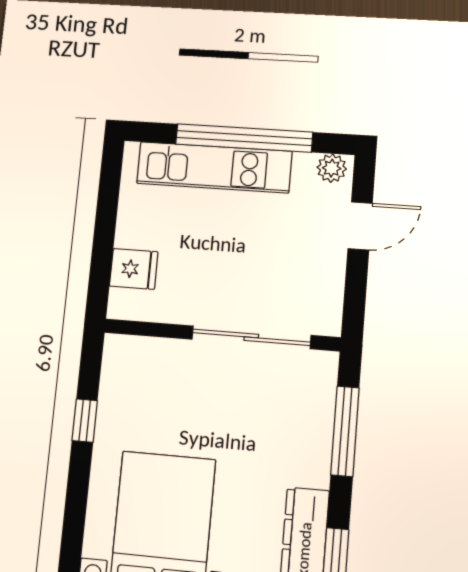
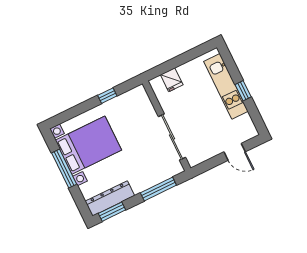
window: (244, 138) -> (243, 91), width x0.32
plant: (332, 168) -> (250, 129), removed

